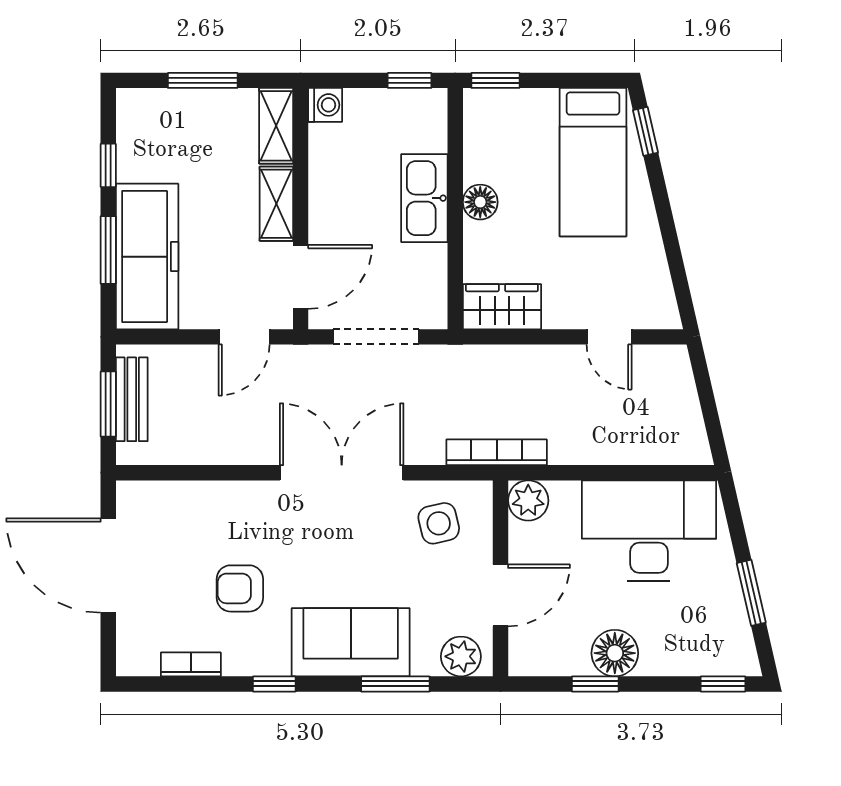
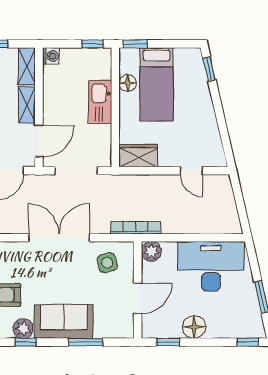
bed: (593, 162) -> (157, 84), moved
floor lamp: (480, 202) -> (128, 83), moved
plant: (461, 656) -> (23, 329), moved
window: (595, 684) -> (168, 342), moved

